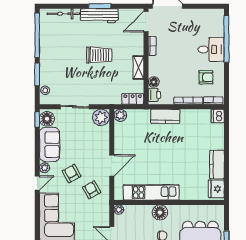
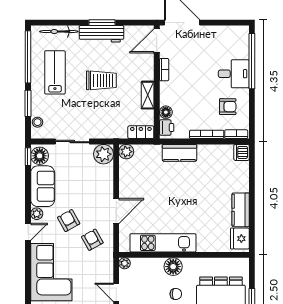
lab bench: (60, 48) -> (55, 72), added

